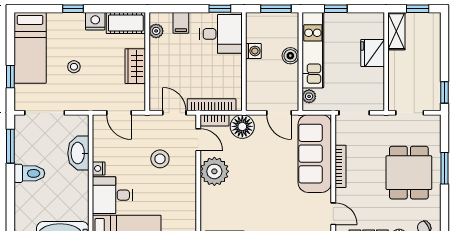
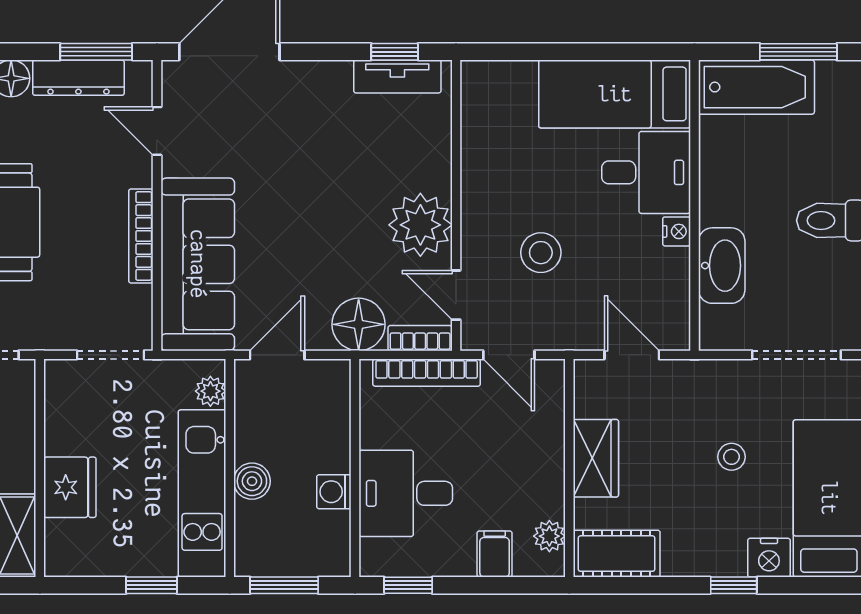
nightstand: (95, 21) -> (769, 558), moved
desk: (221, 34) -> (406, 493), moved
door: (279, 113) -> (277, 355), hinge flipped

